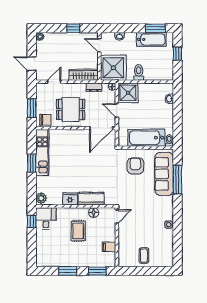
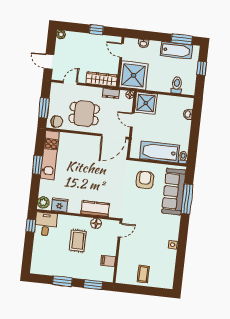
toilet: (139, 72) -> (177, 85), moved
fridge: (70, 199) -> (60, 205), moved

